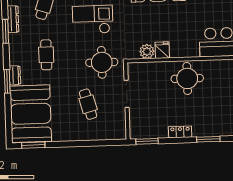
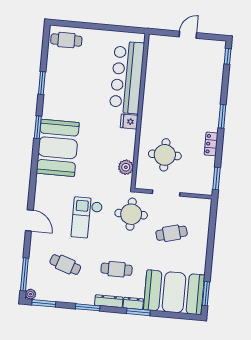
dresser: (13, 19) -> (109, 301), moved
fridge: (162, 50) -> (129, 121), moved
round table: (187, 78) -> (165, 155), moved

